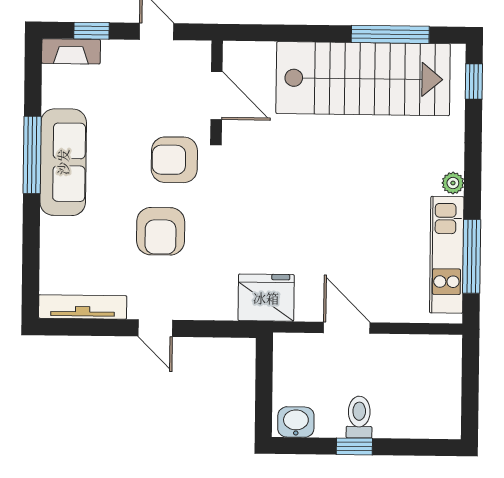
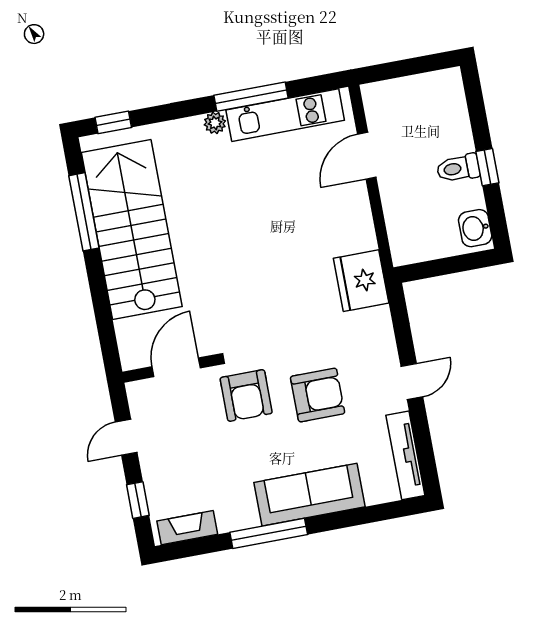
fireplace: (71, 51) -> (187, 528), moved, turned -90
sofa: (63, 162) -> (309, 495), moved
window: (472, 256) -> (251, 97), moved
door: (347, 328) -> (367, 156), moved

